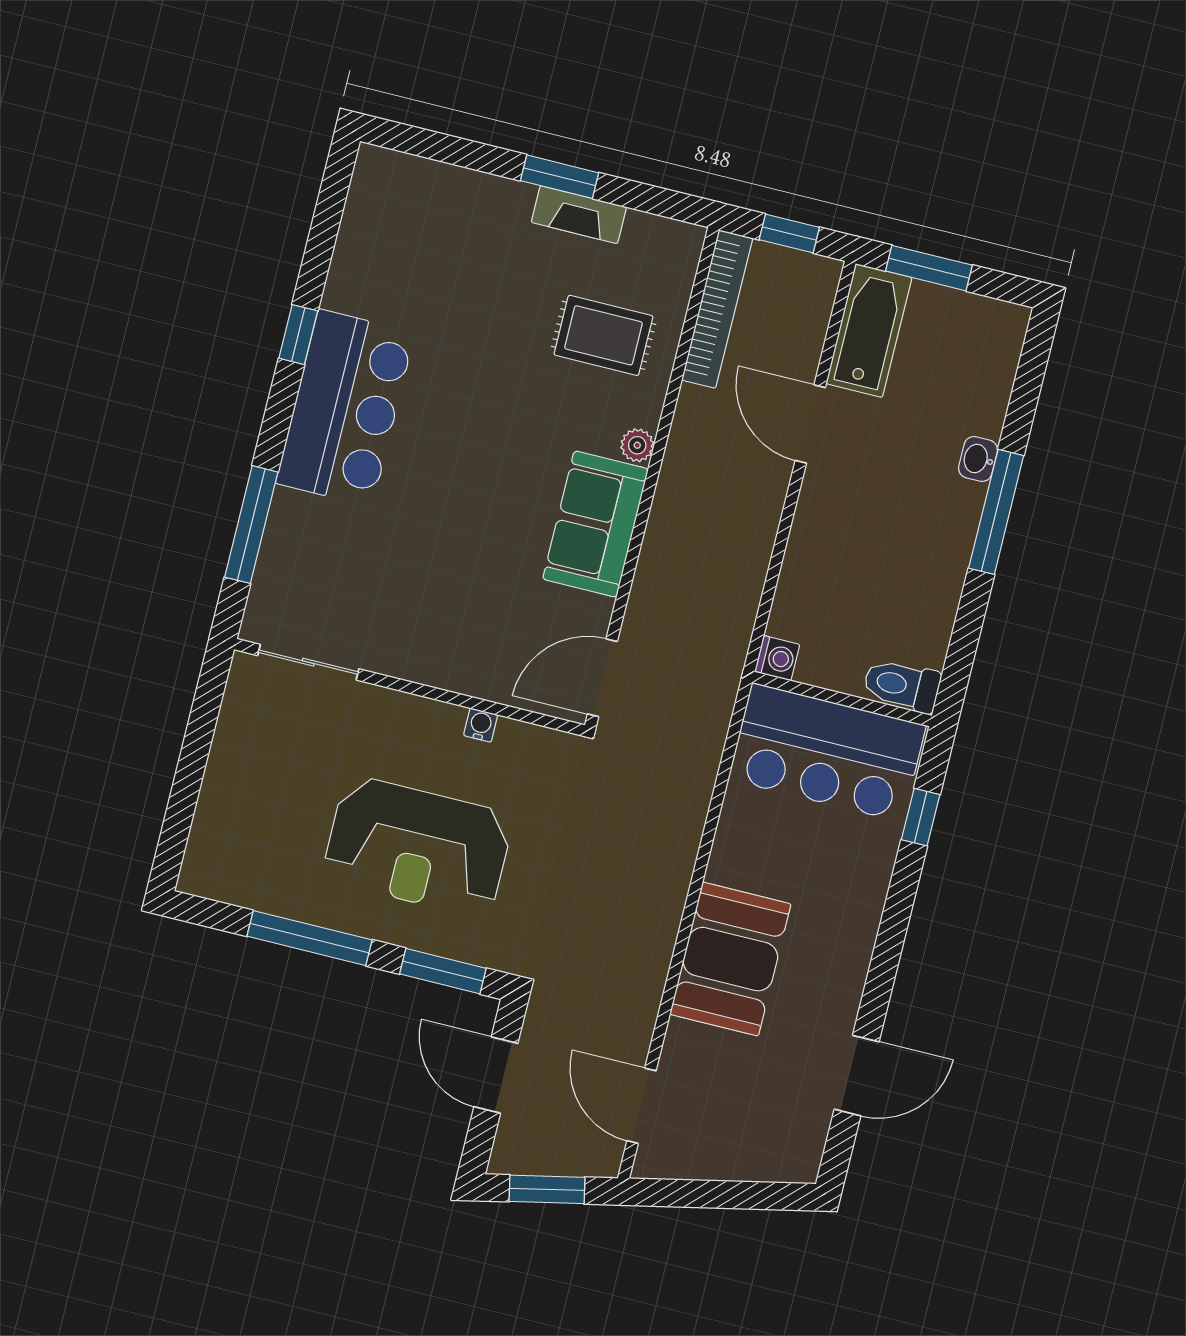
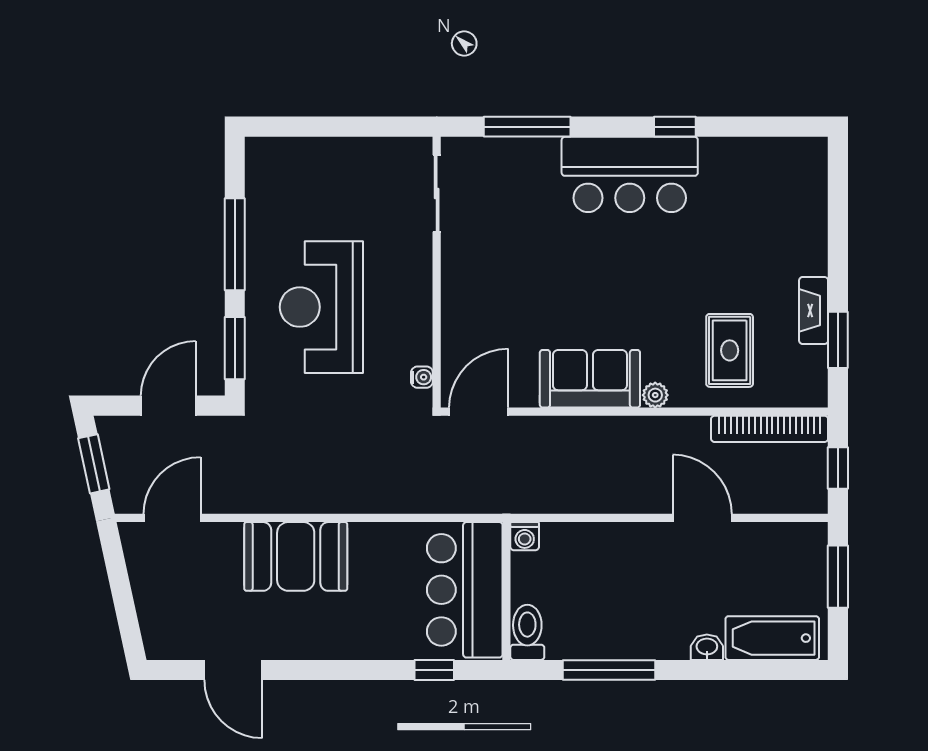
window: (560, 177) -> (838, 340), moved
bathtub: (869, 331) -> (772, 638), moved, turned 180
door: (810, 424) -> (702, 518), hinge flipped
window: (996, 512) -> (609, 670), moved
door: (602, 678) -> (479, 412), hinge flipped
water cooler: (481, 725) -> (422, 377), moved

